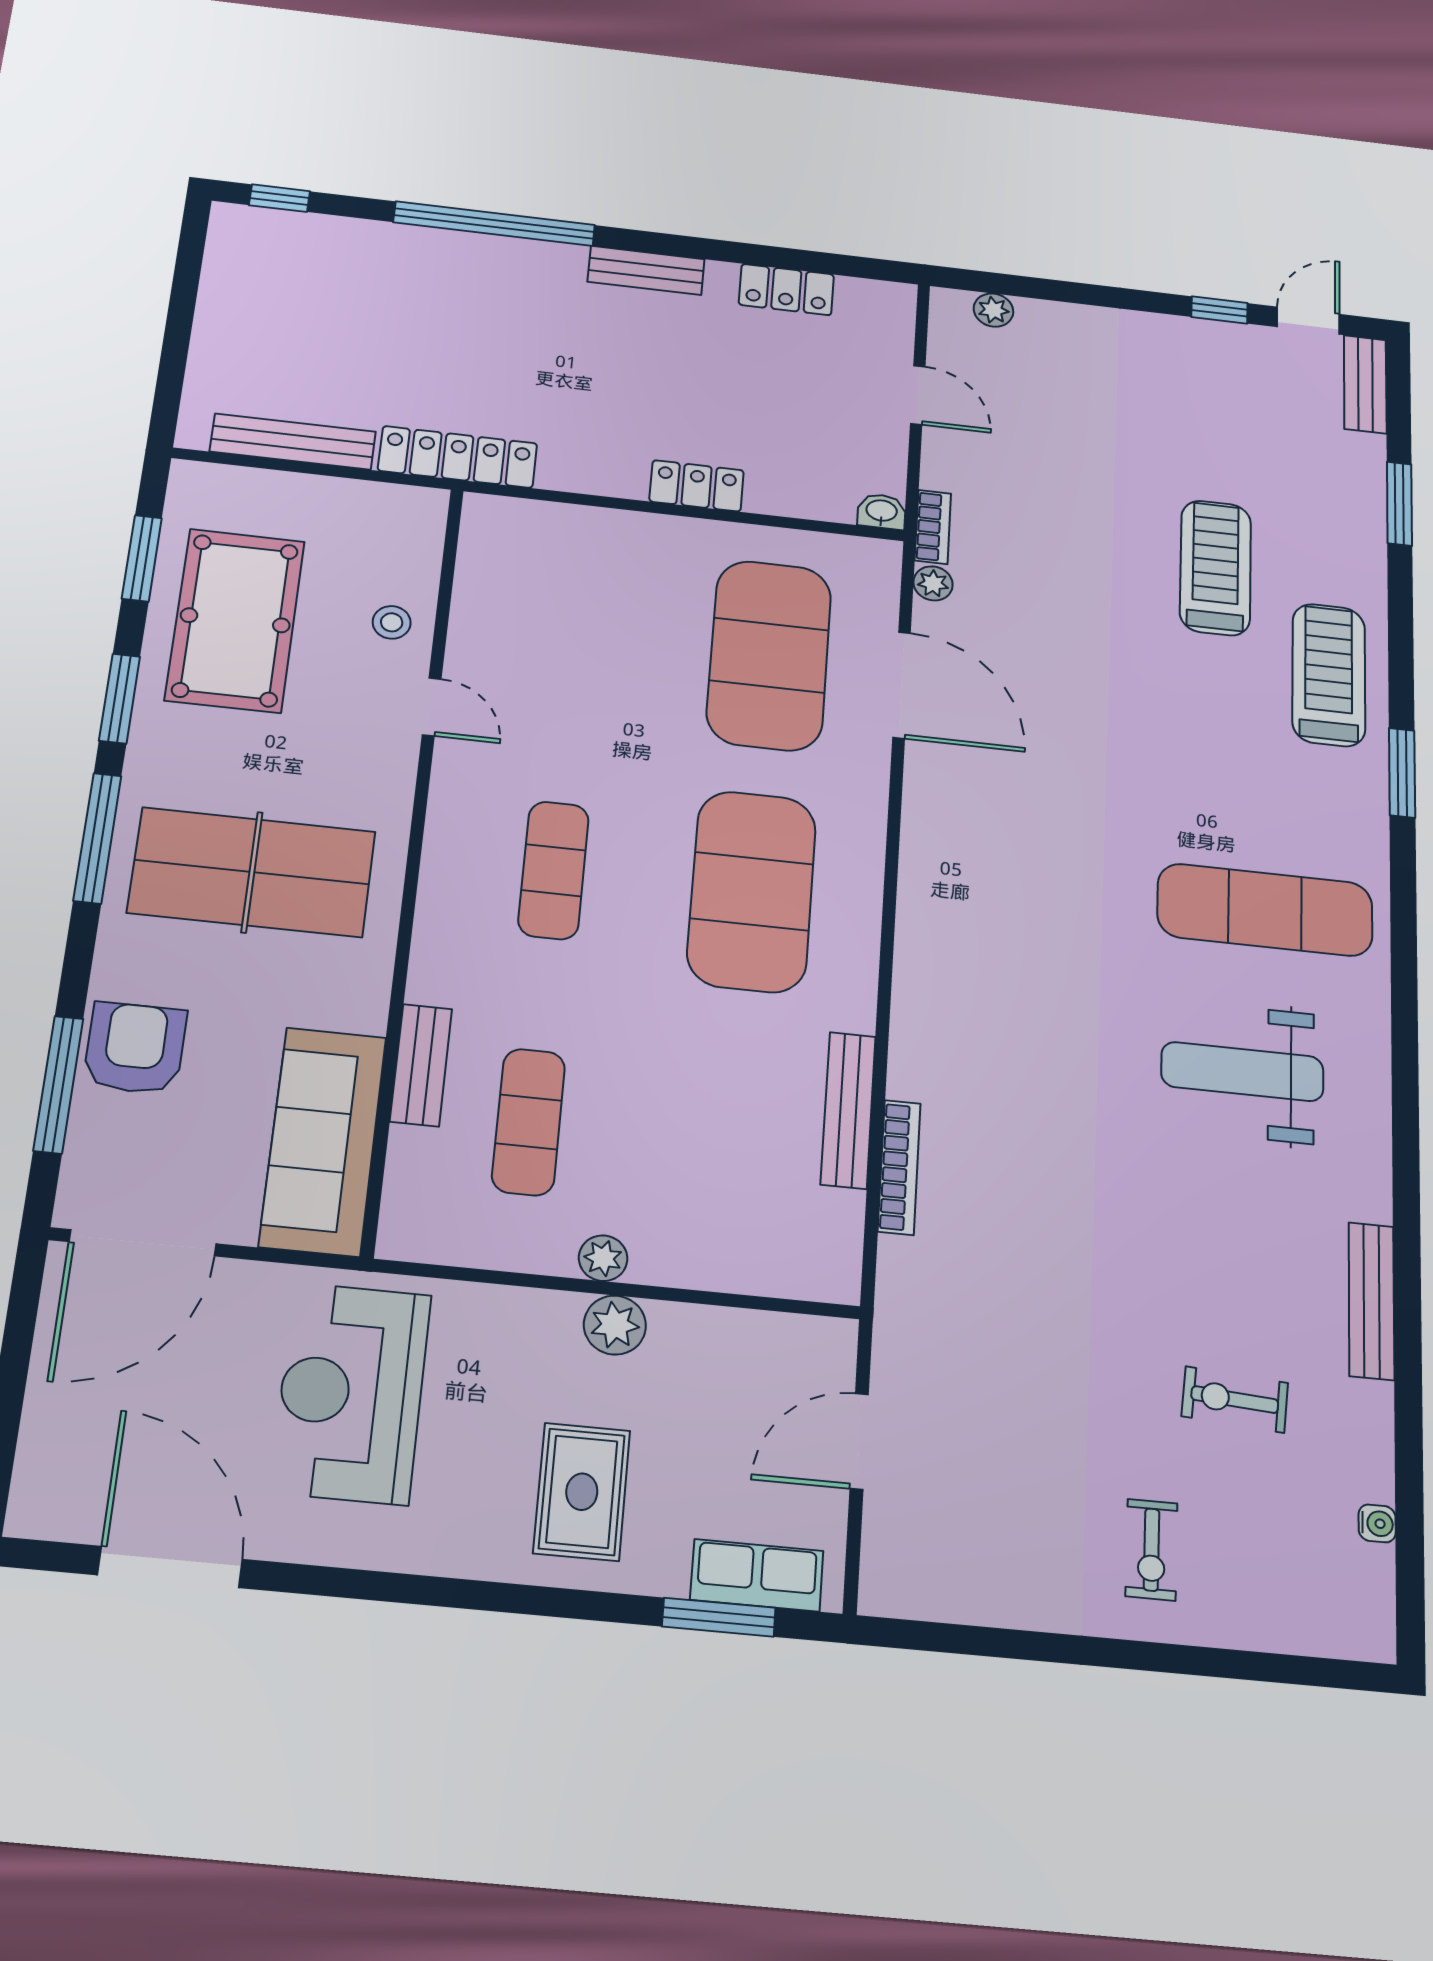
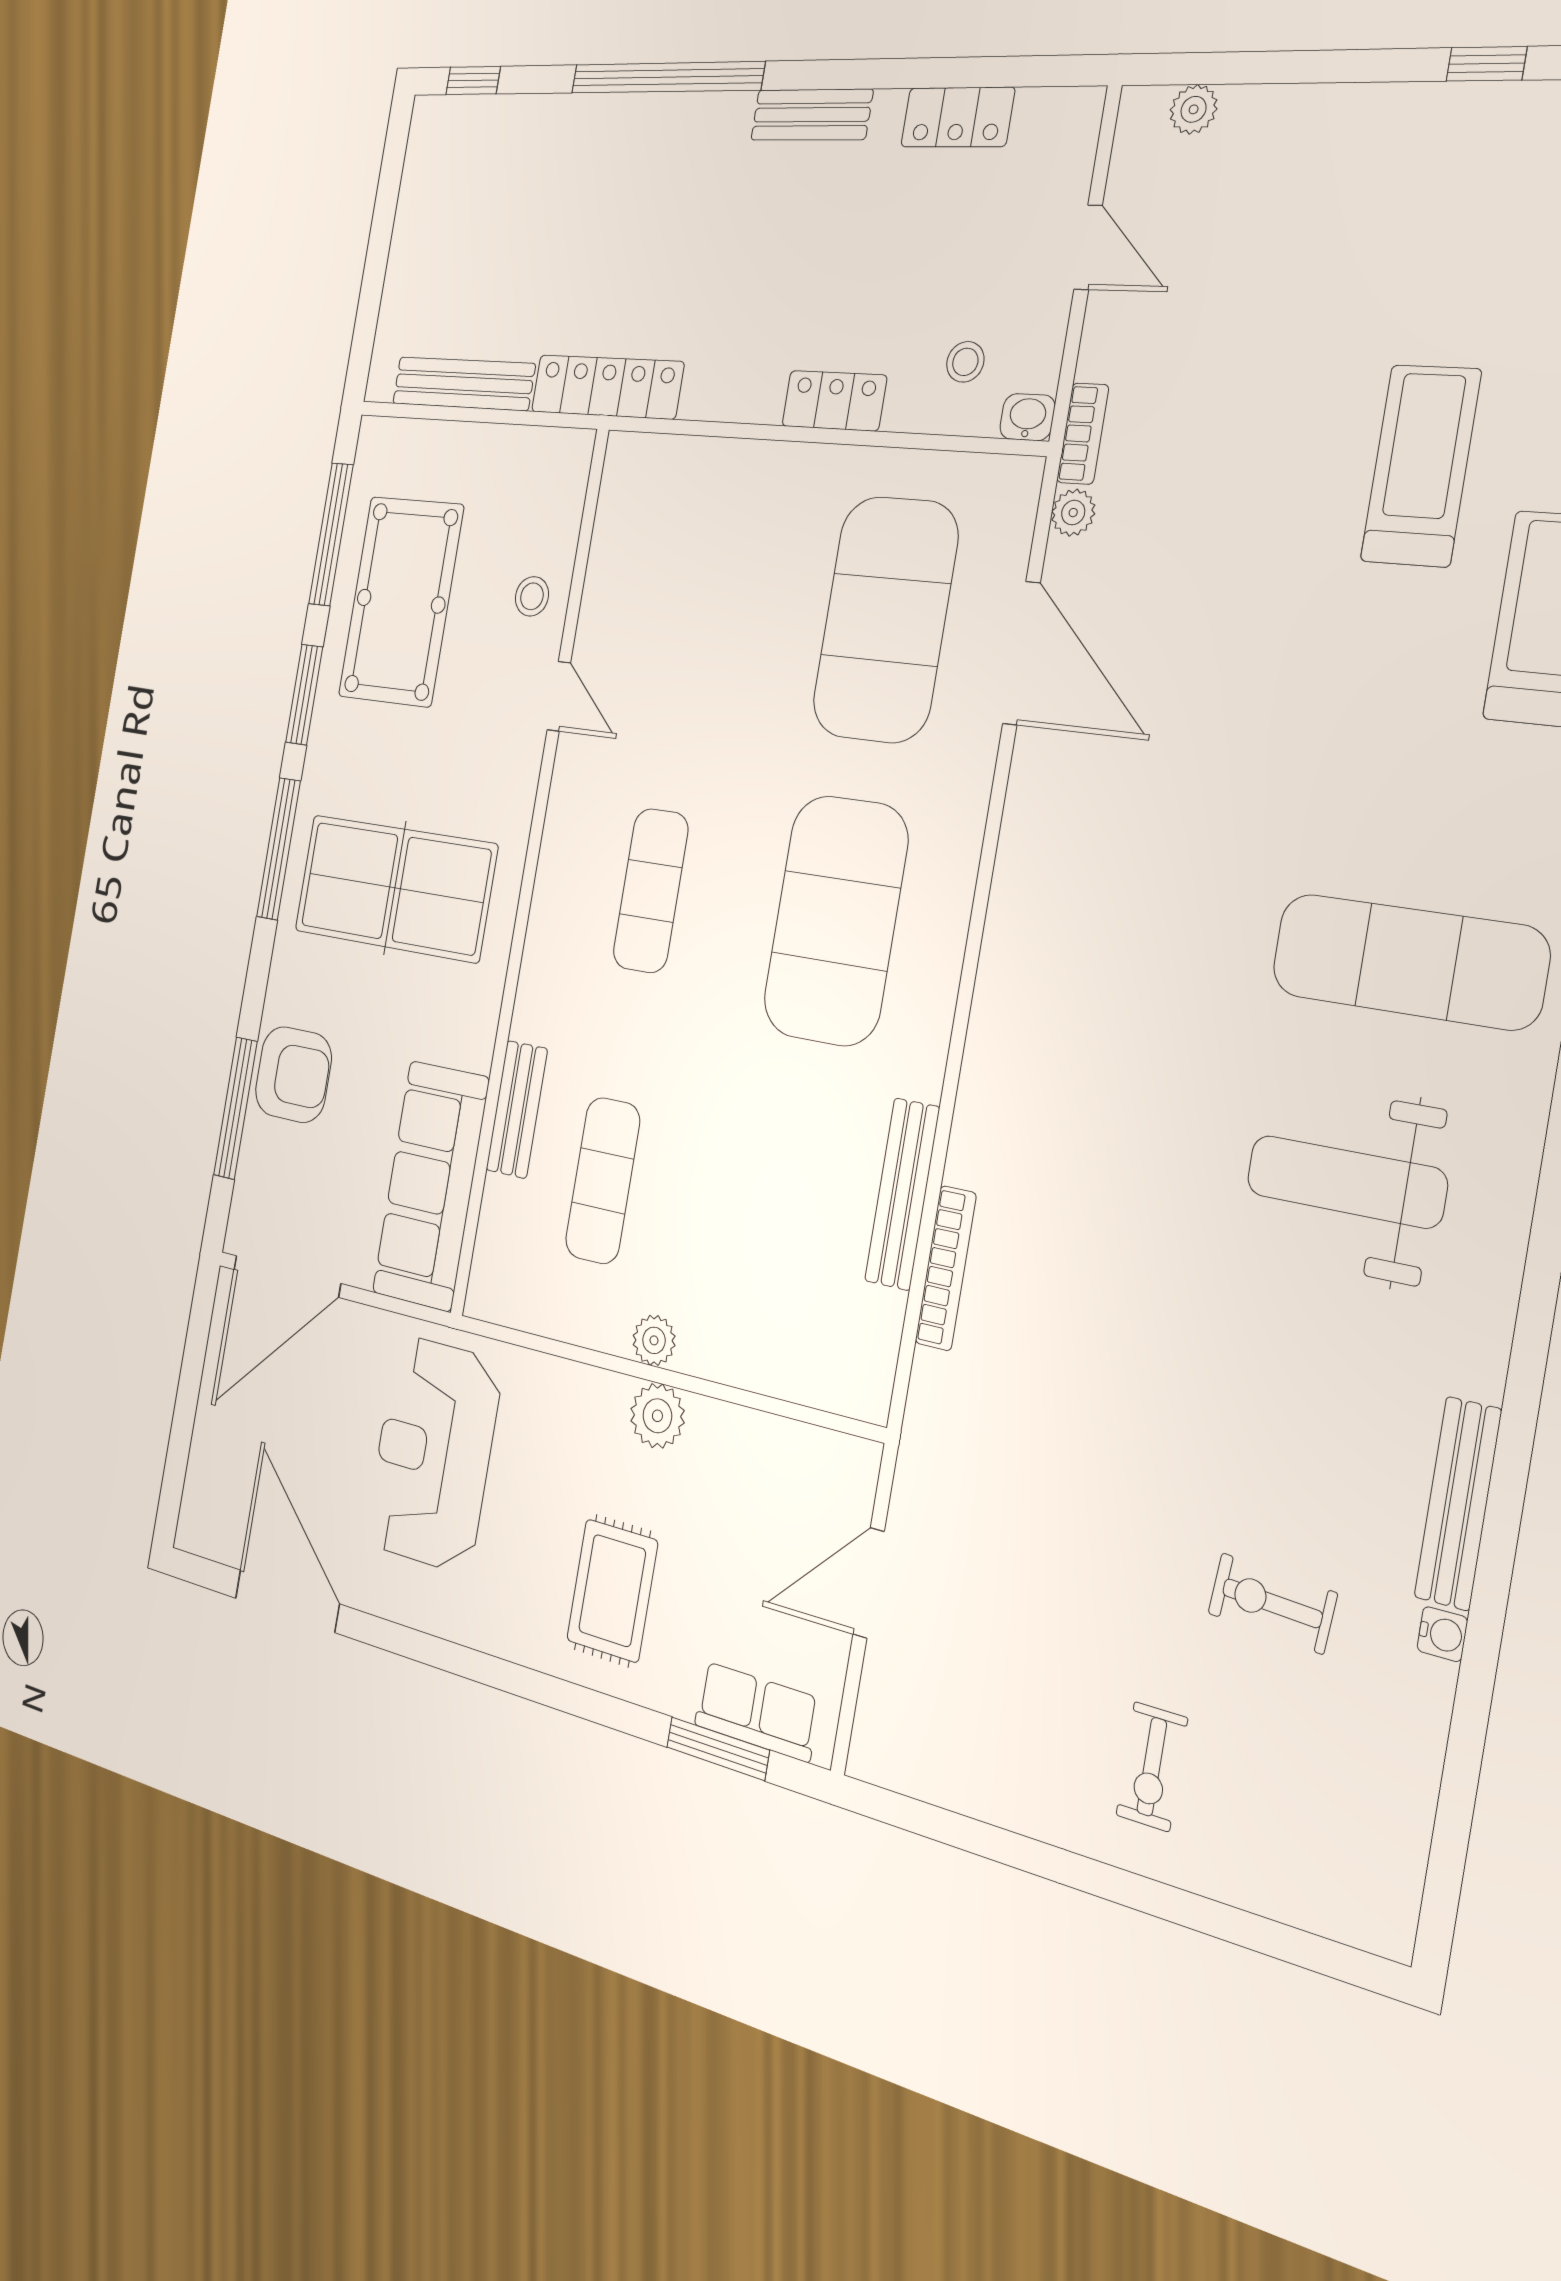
stool: (819, 467) -> (965, 362), added
window: (142, 558) -> (331, 534), width x1.44
armchair: (135, 1048) -> (293, 1075), turned 90
water cooler: (1377, 1523) -> (1442, 1634), moved

